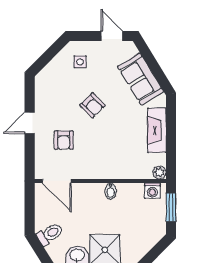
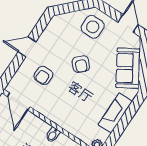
side table: (80, 62) -> (93, 27), width x1.87, depth x1.87

